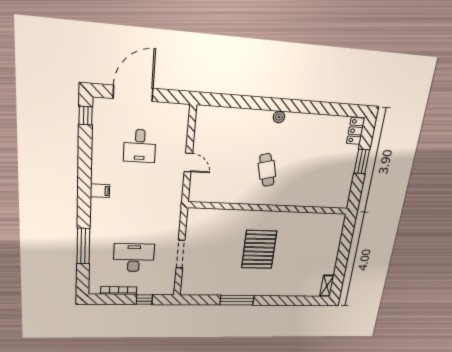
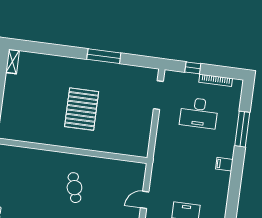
door: (188, 162) -> (145, 200), hinge flipped
filing cabinet: (100, 191) -> (224, 164), moved
doorway: (180, 254) -> (158, 95), moved

